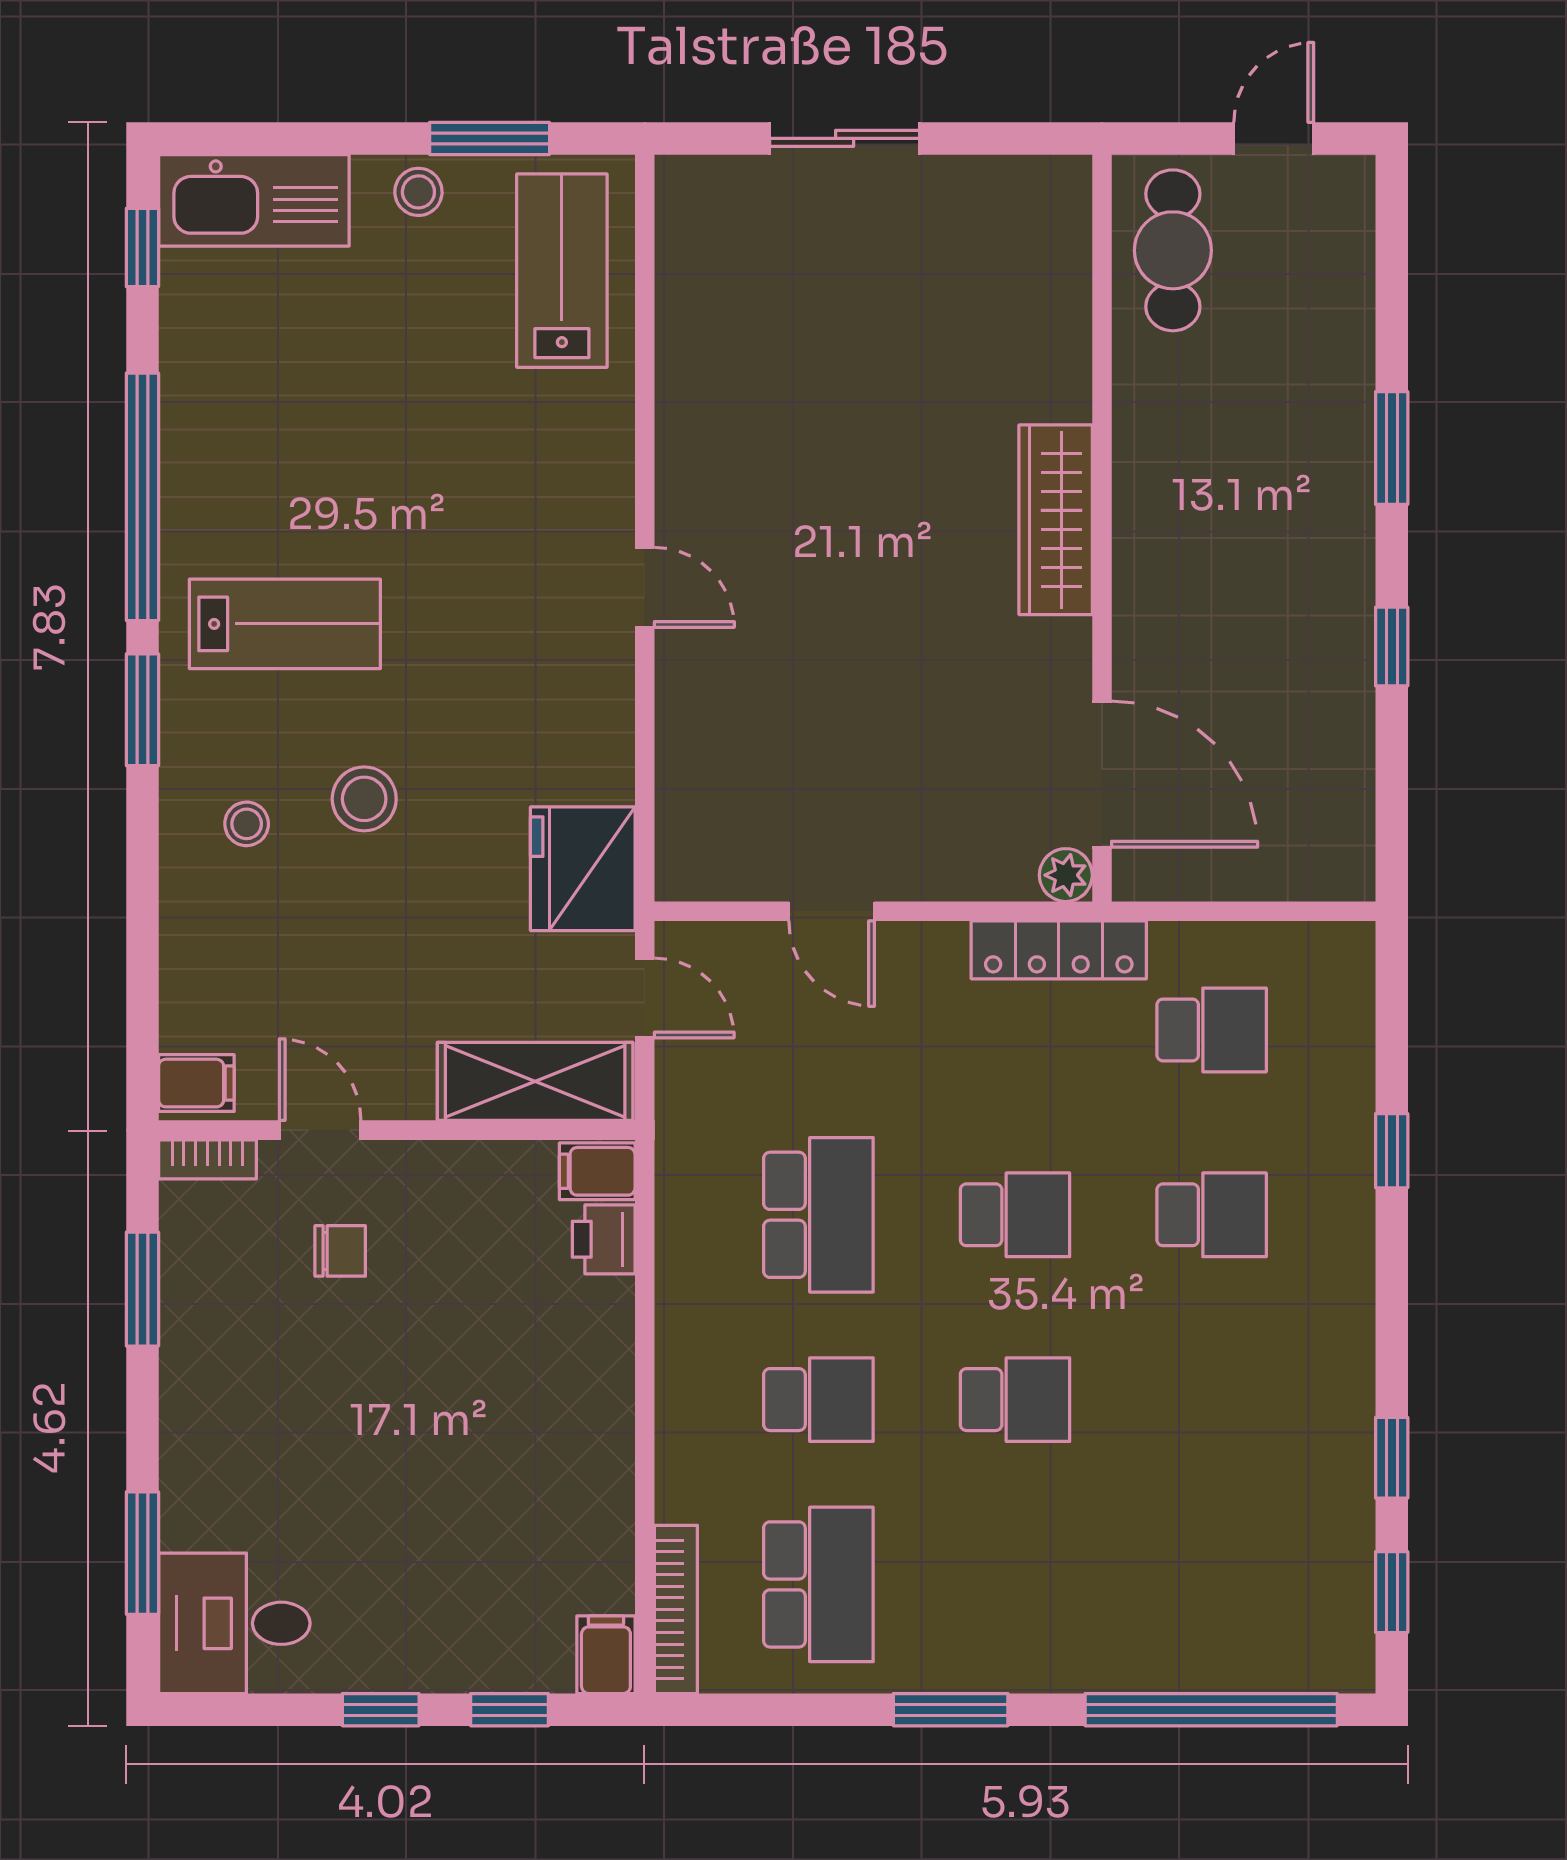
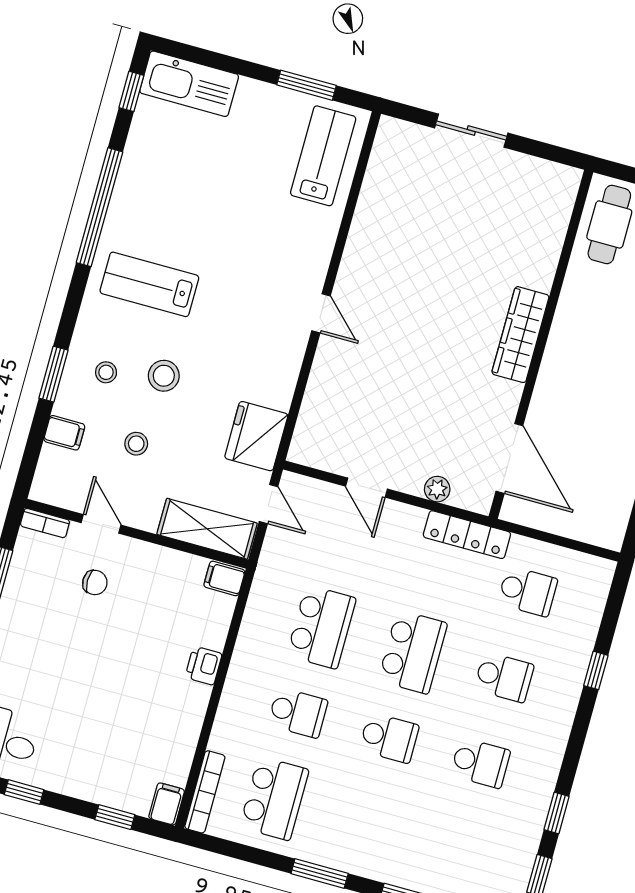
stool: (418, 192) -> (136, 444), moved
lab bench: (285, 624) -> (149, 284), turned 180
window: (142, 710) -> (53, 374), moved
plant: (1066, 875) -> (437, 489), moved
filing cabinet: (196, 1083) -> (64, 433), moved
school desk: (1015, 1215) -> (413, 652), width x1.85
printer: (604, 1239) -> (204, 666), moved
school desk: (1212, 1400) -> (480, 763), added
window: (381, 1710) -> (24, 792), moved

